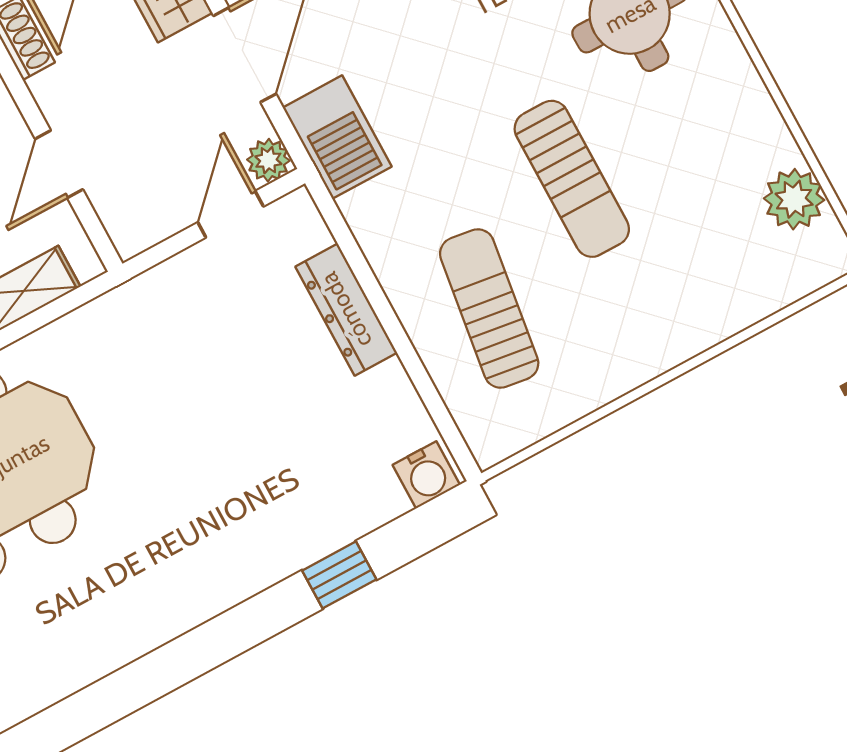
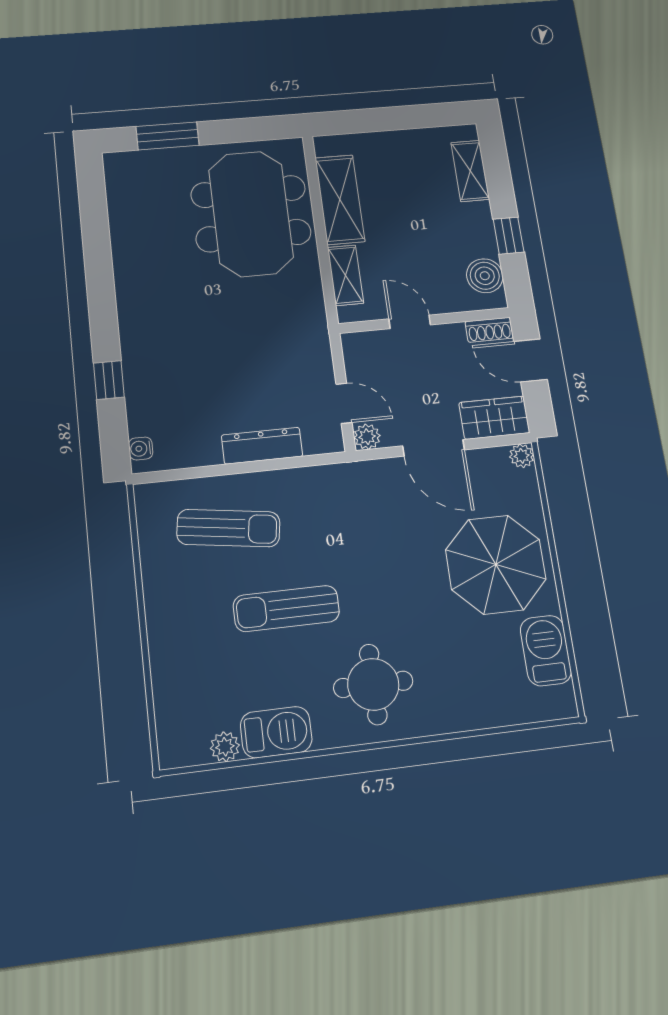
barbecue: (337, 137) -> (276, 732), moved, turned 180
plant: (794, 199) -> (225, 747), width x0.73, depth x0.73
water cooler: (426, 475) -> (141, 449), width x0.72, depth x0.72

